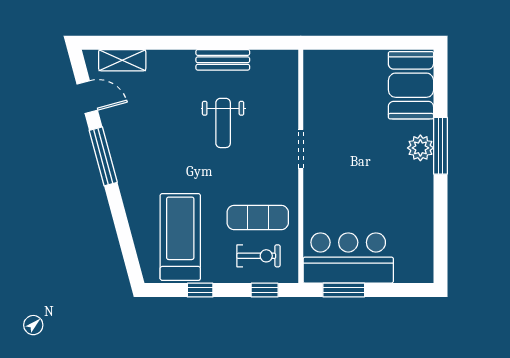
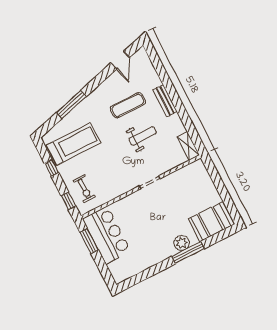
shelving: (122, 60) -> (188, 146), moved
bench: (223, 60) -> (165, 101), moved
weight bench: (223, 123) -> (143, 136), turned 180
window: (103, 156) -> (71, 104), moved
exercise mat: (258, 218) -> (128, 105), moved, turned 90

